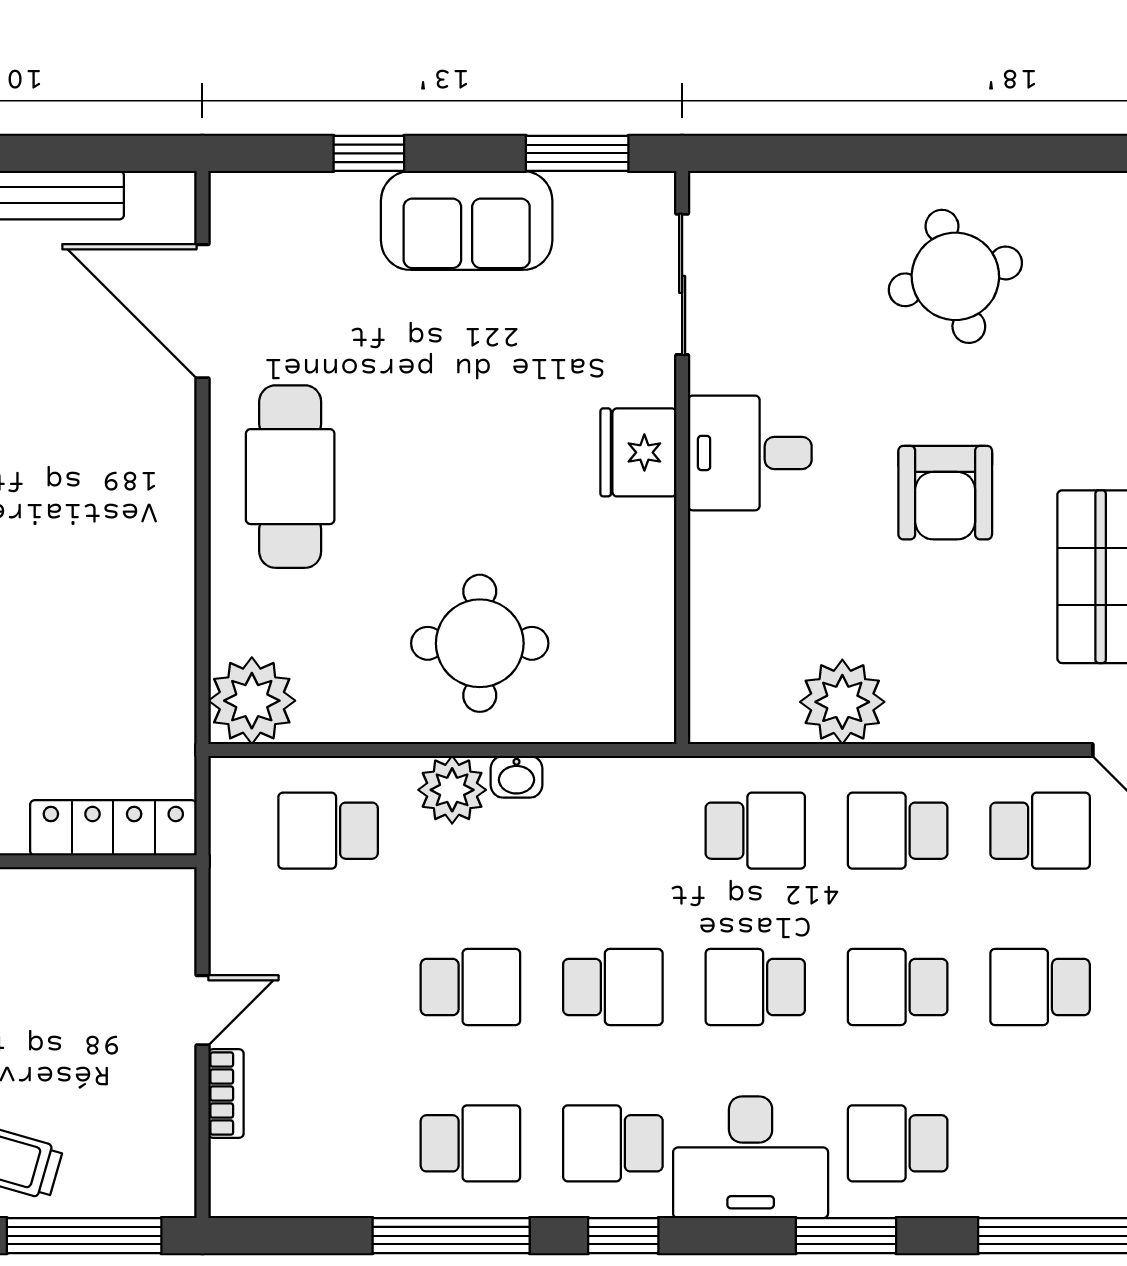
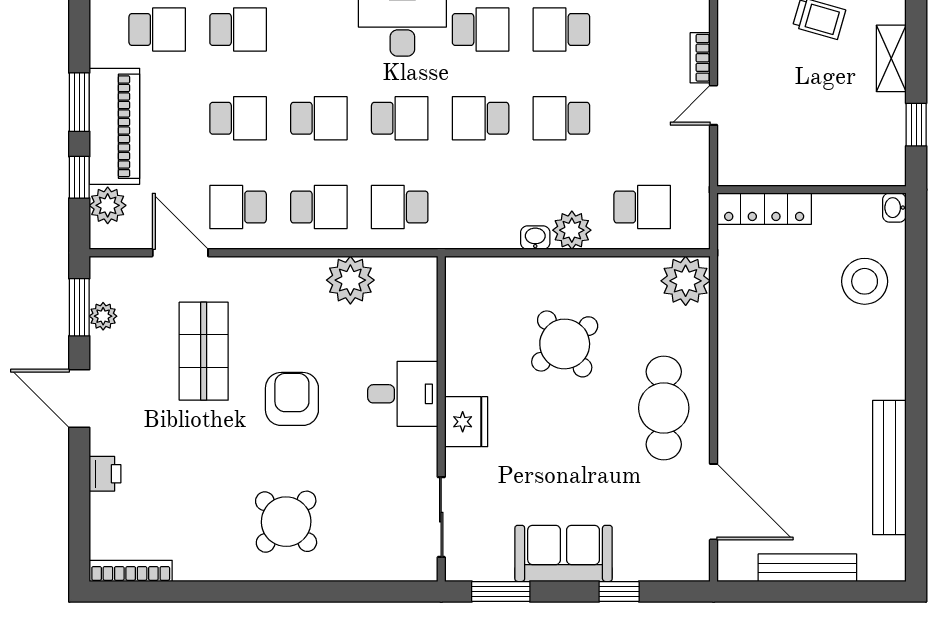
round table: (955, 276) -> (286, 522), turned -31
desk: (750, 453) -> (403, 394), moved
round table: (480, 643) -> (565, 344), moved, turned -37
school desk: (898, 1143) -> (238, 30), moved

